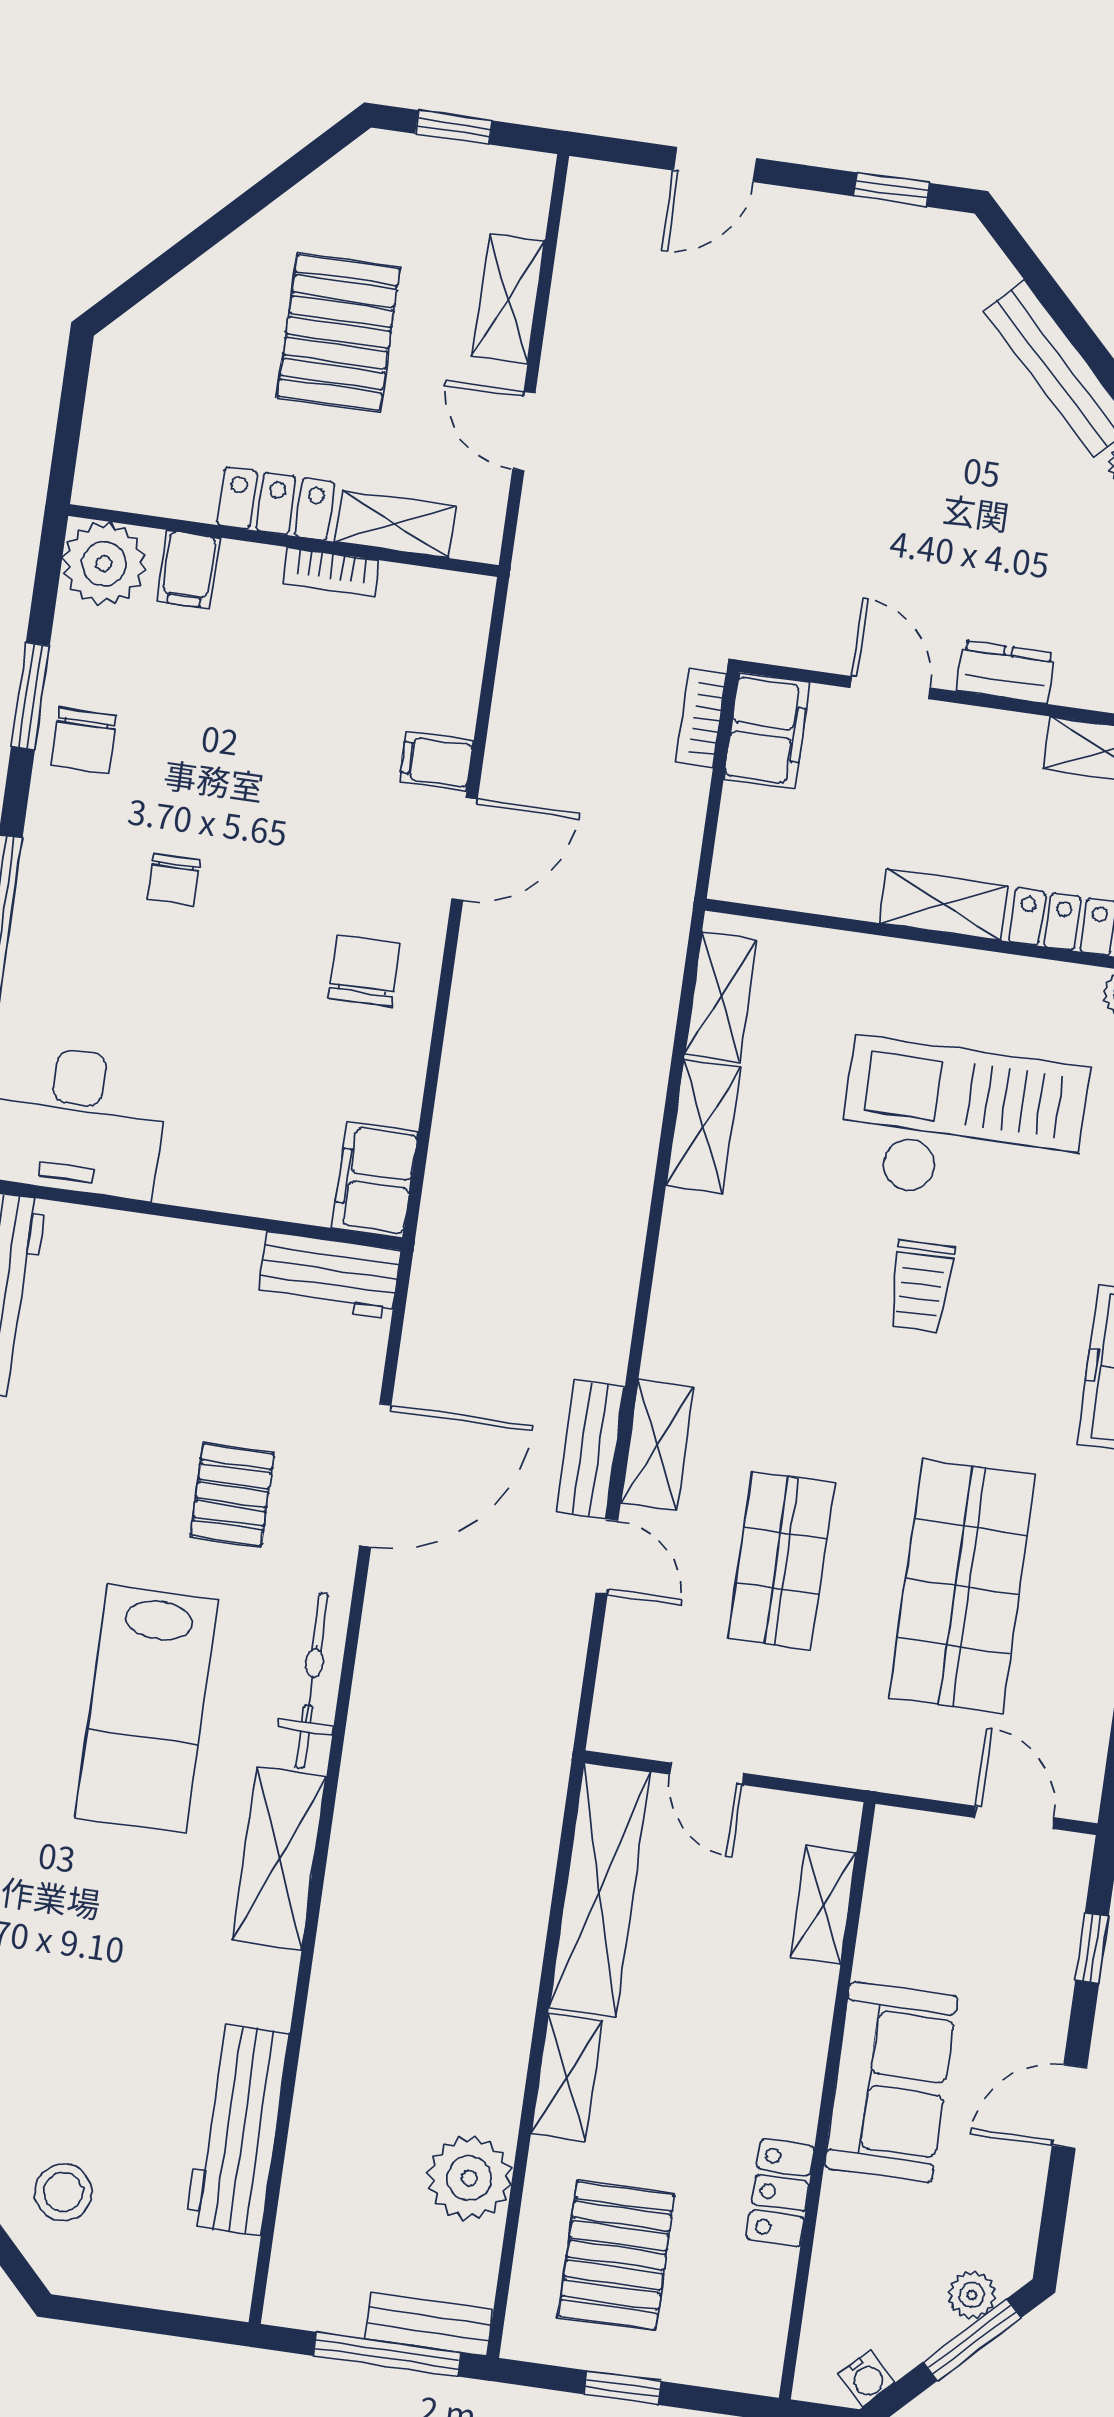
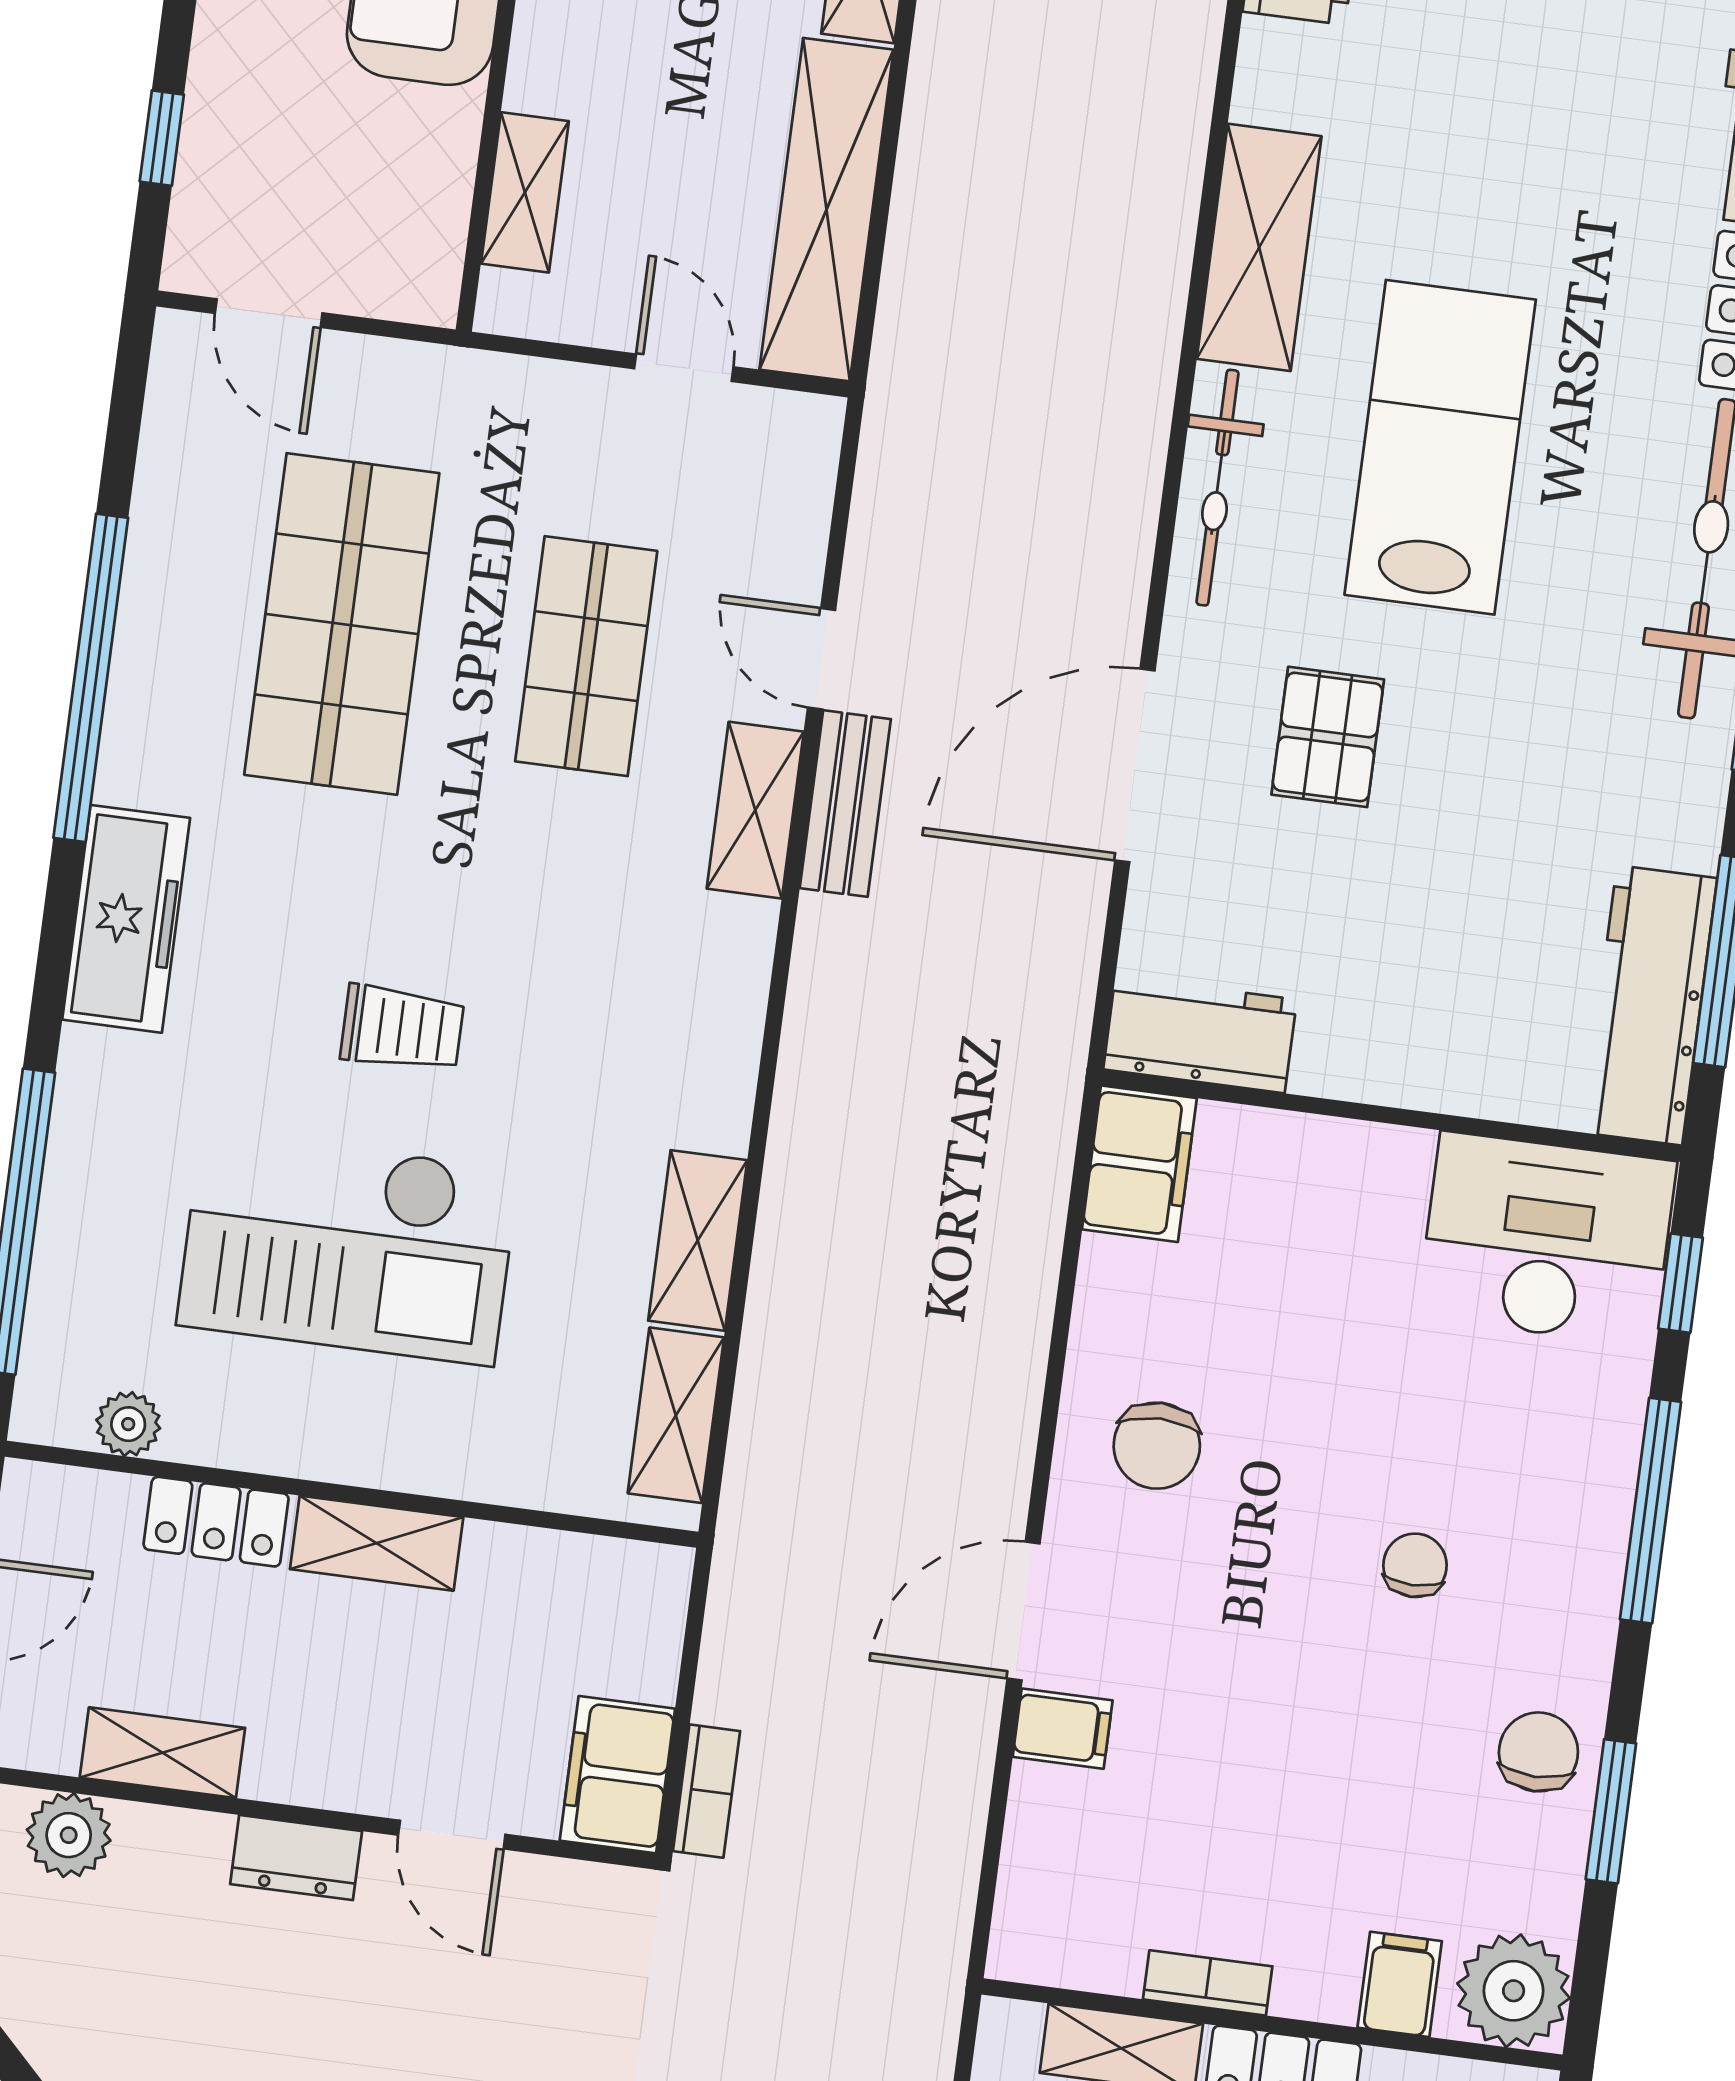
trolley: (921, 1286) -> (402, 1028), turned 90

